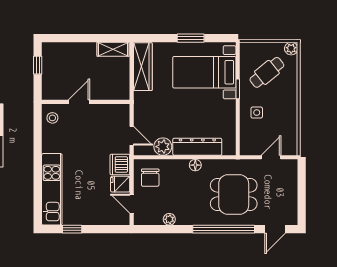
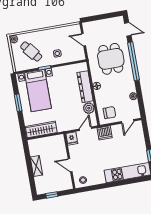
shelving: (113, 49) -> (36, 166), moved
fridge: (120, 184) -> (72, 138), moved

